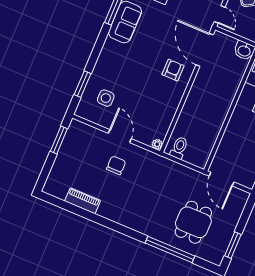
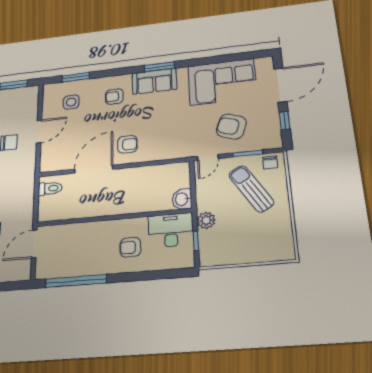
door: (205, 50) -> (94, 169), moved
armchair: (121, 61) -> (114, 97), added
plant: (157, 144) -> (45, 167), removed

